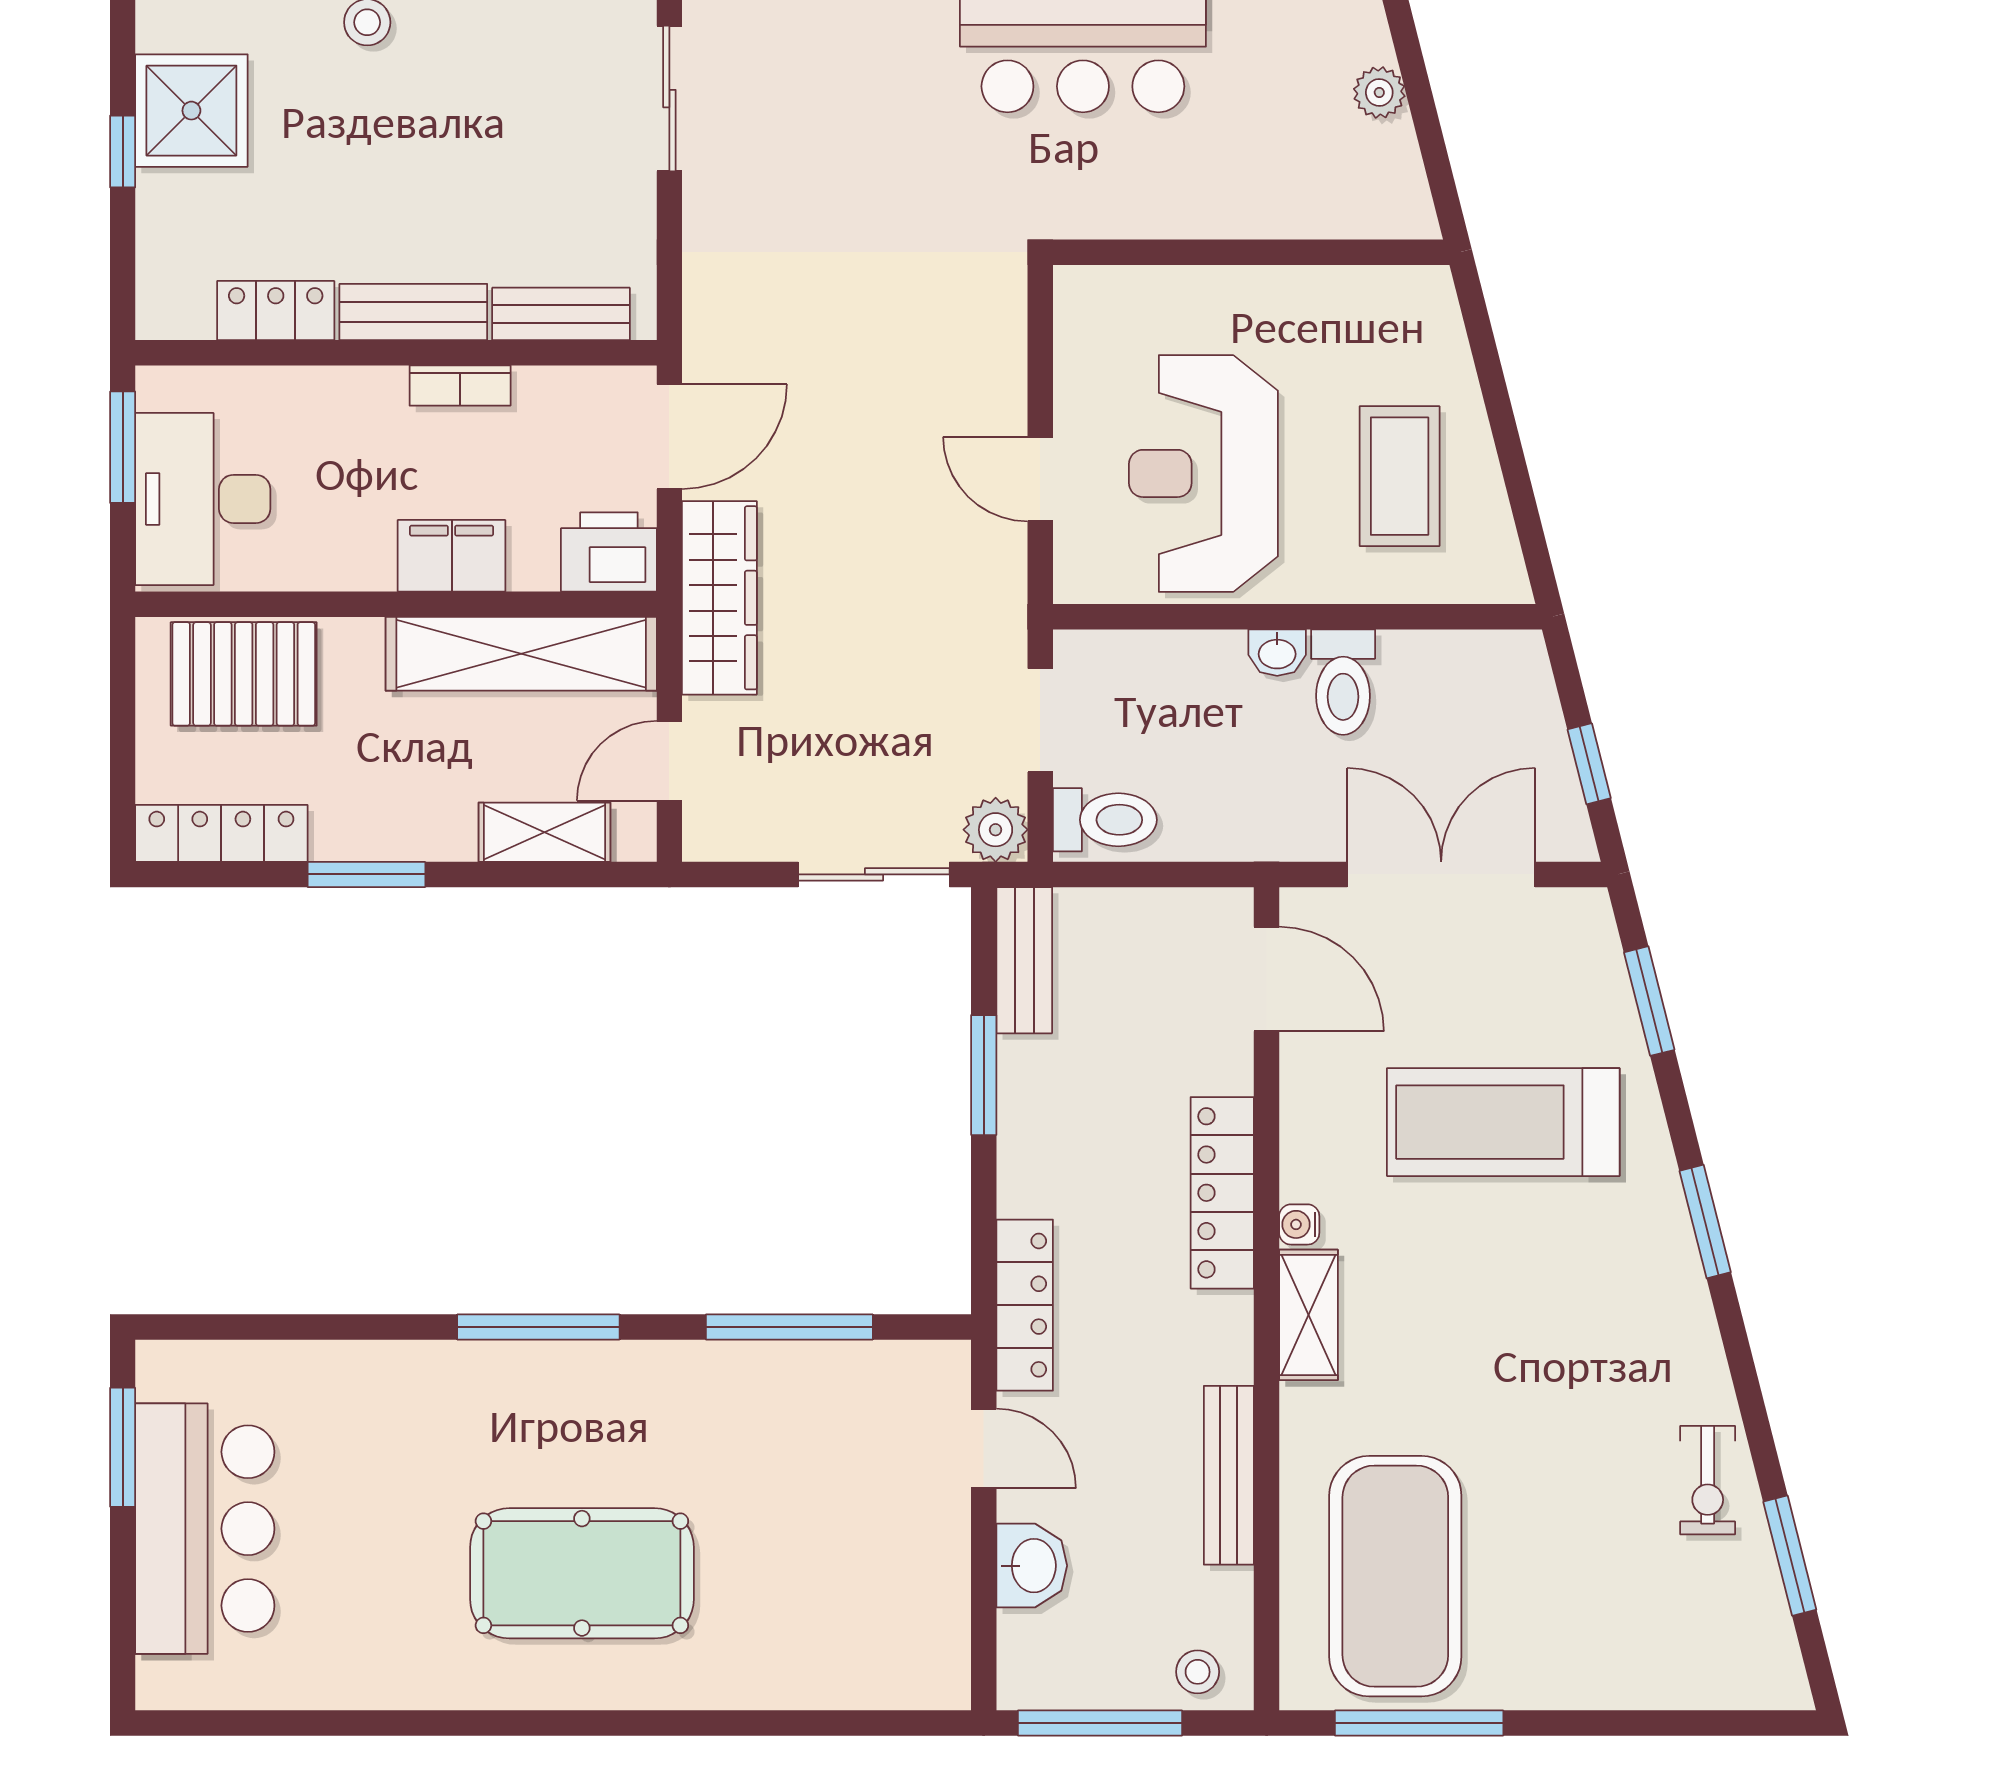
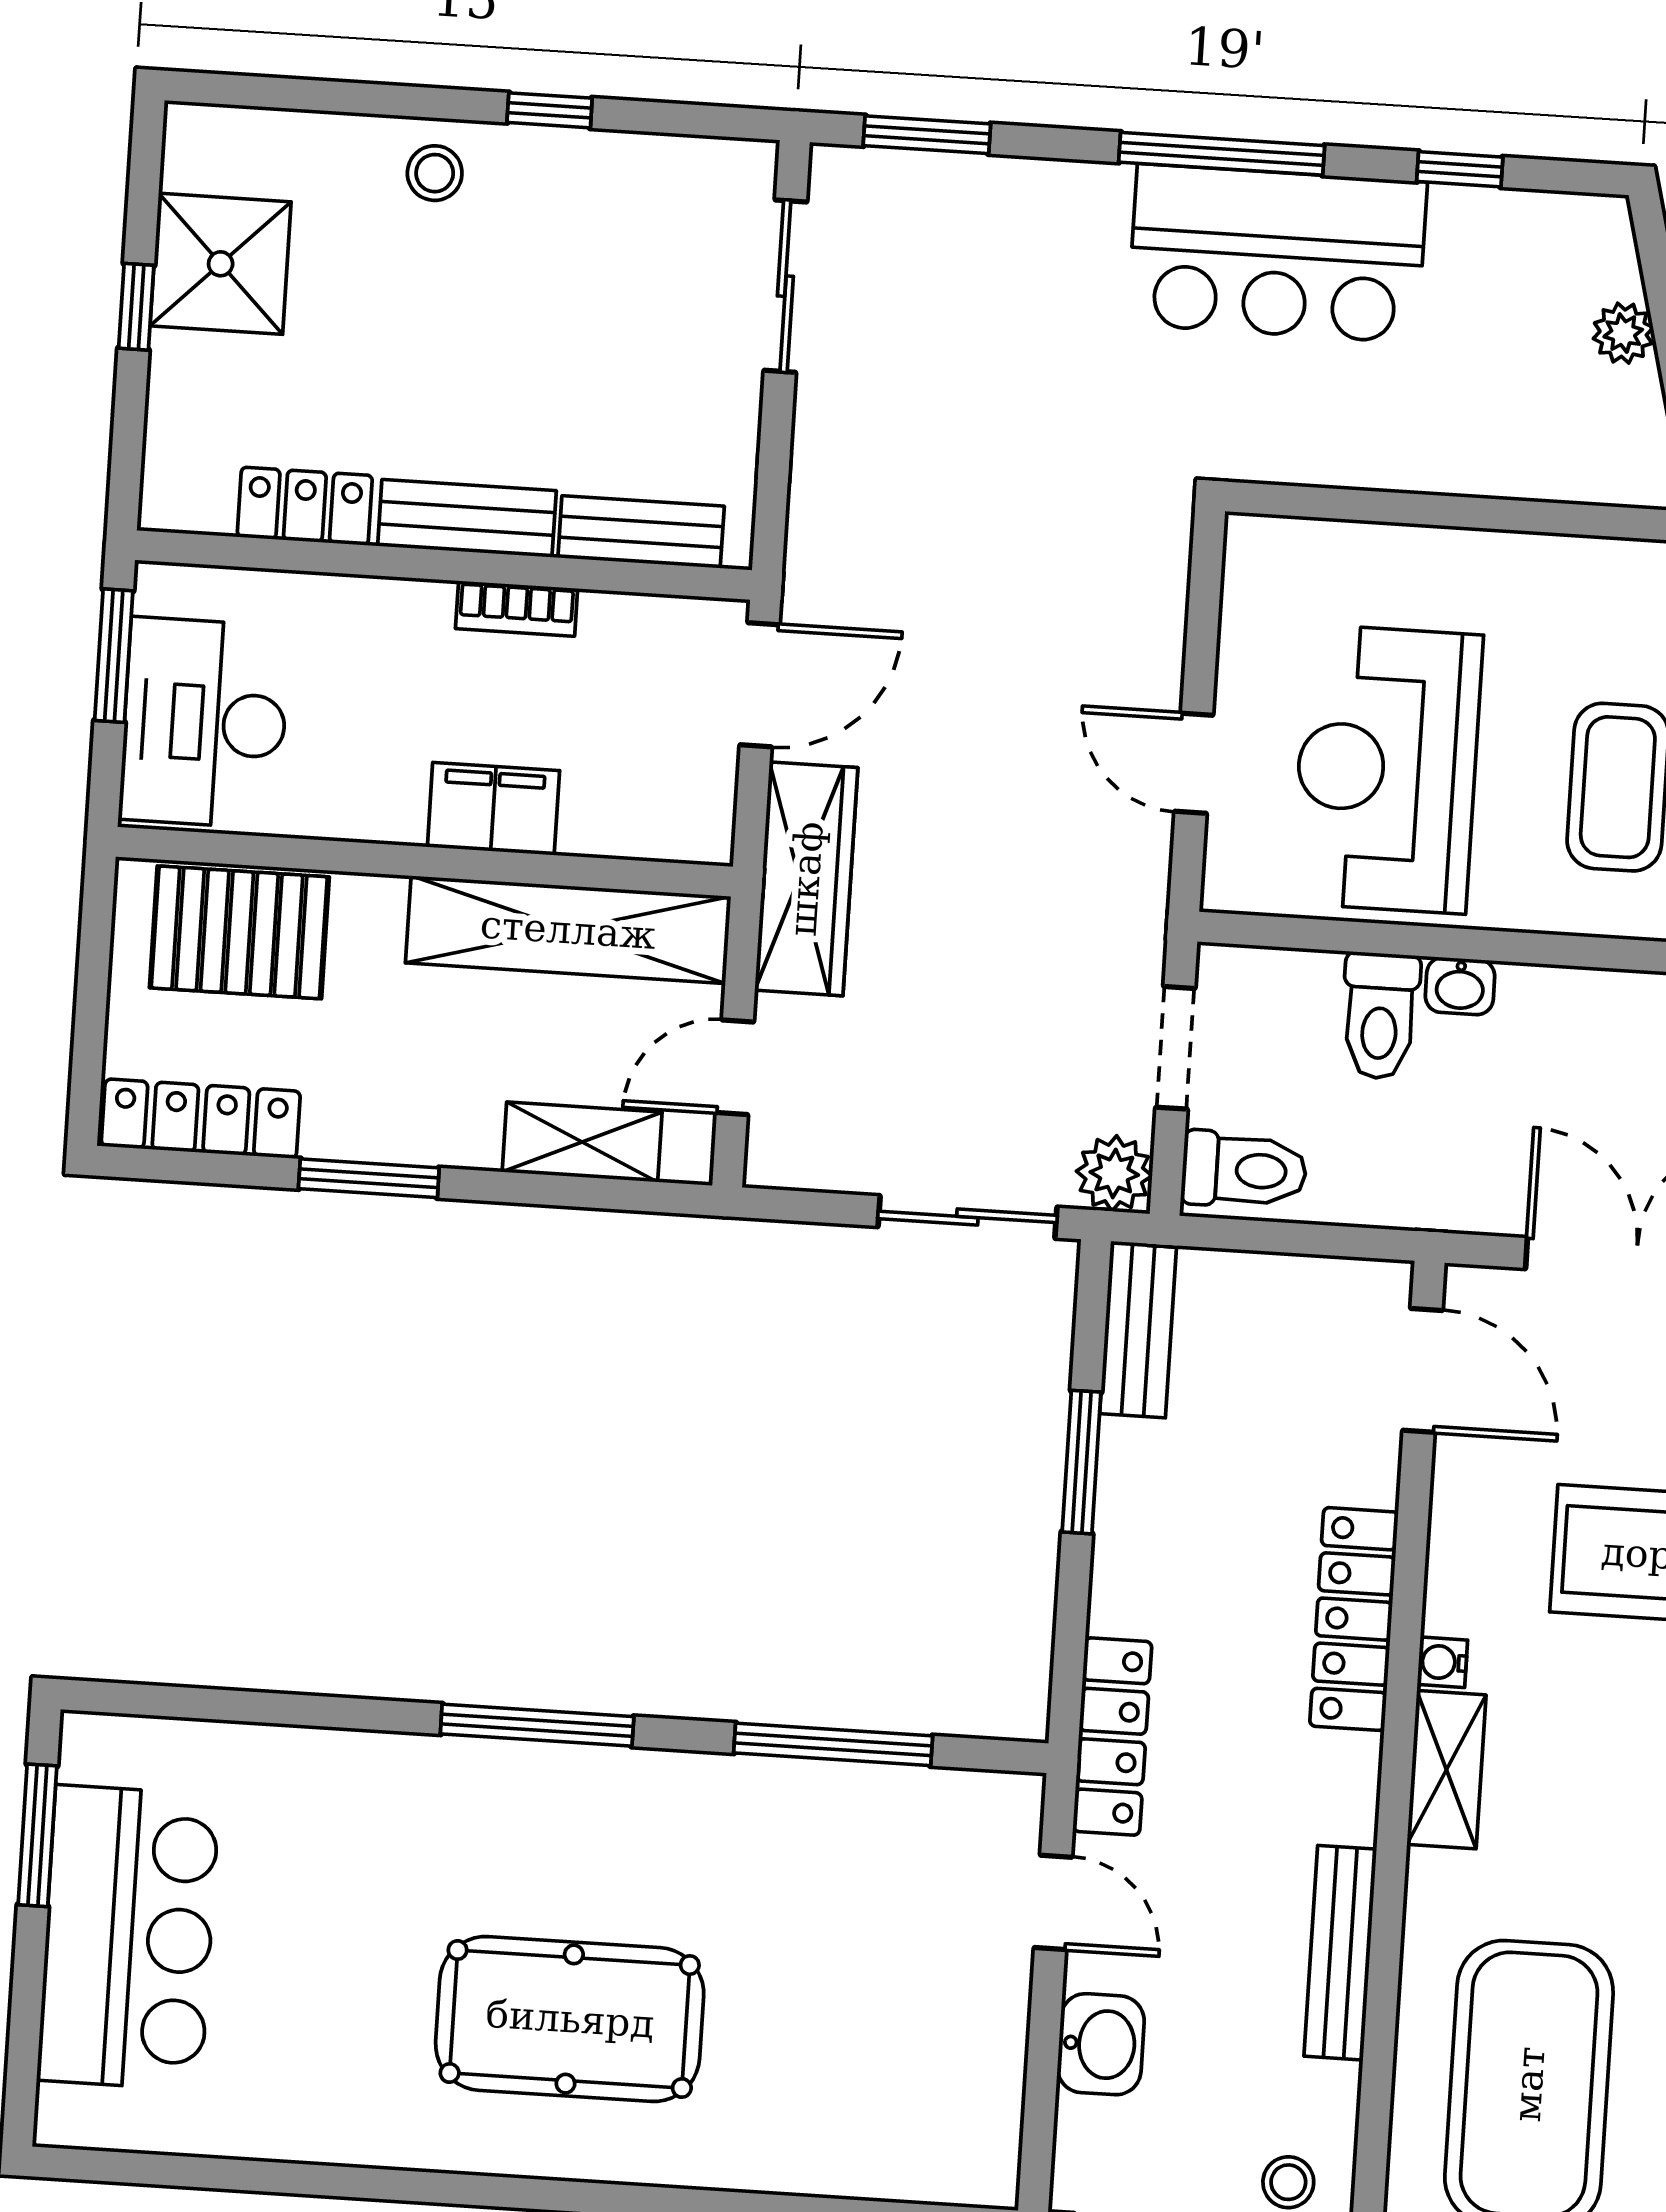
printer: (609, 552) -> (679, 816), removed
toilet: (1343, 682) -> (1380, 1016), moved

